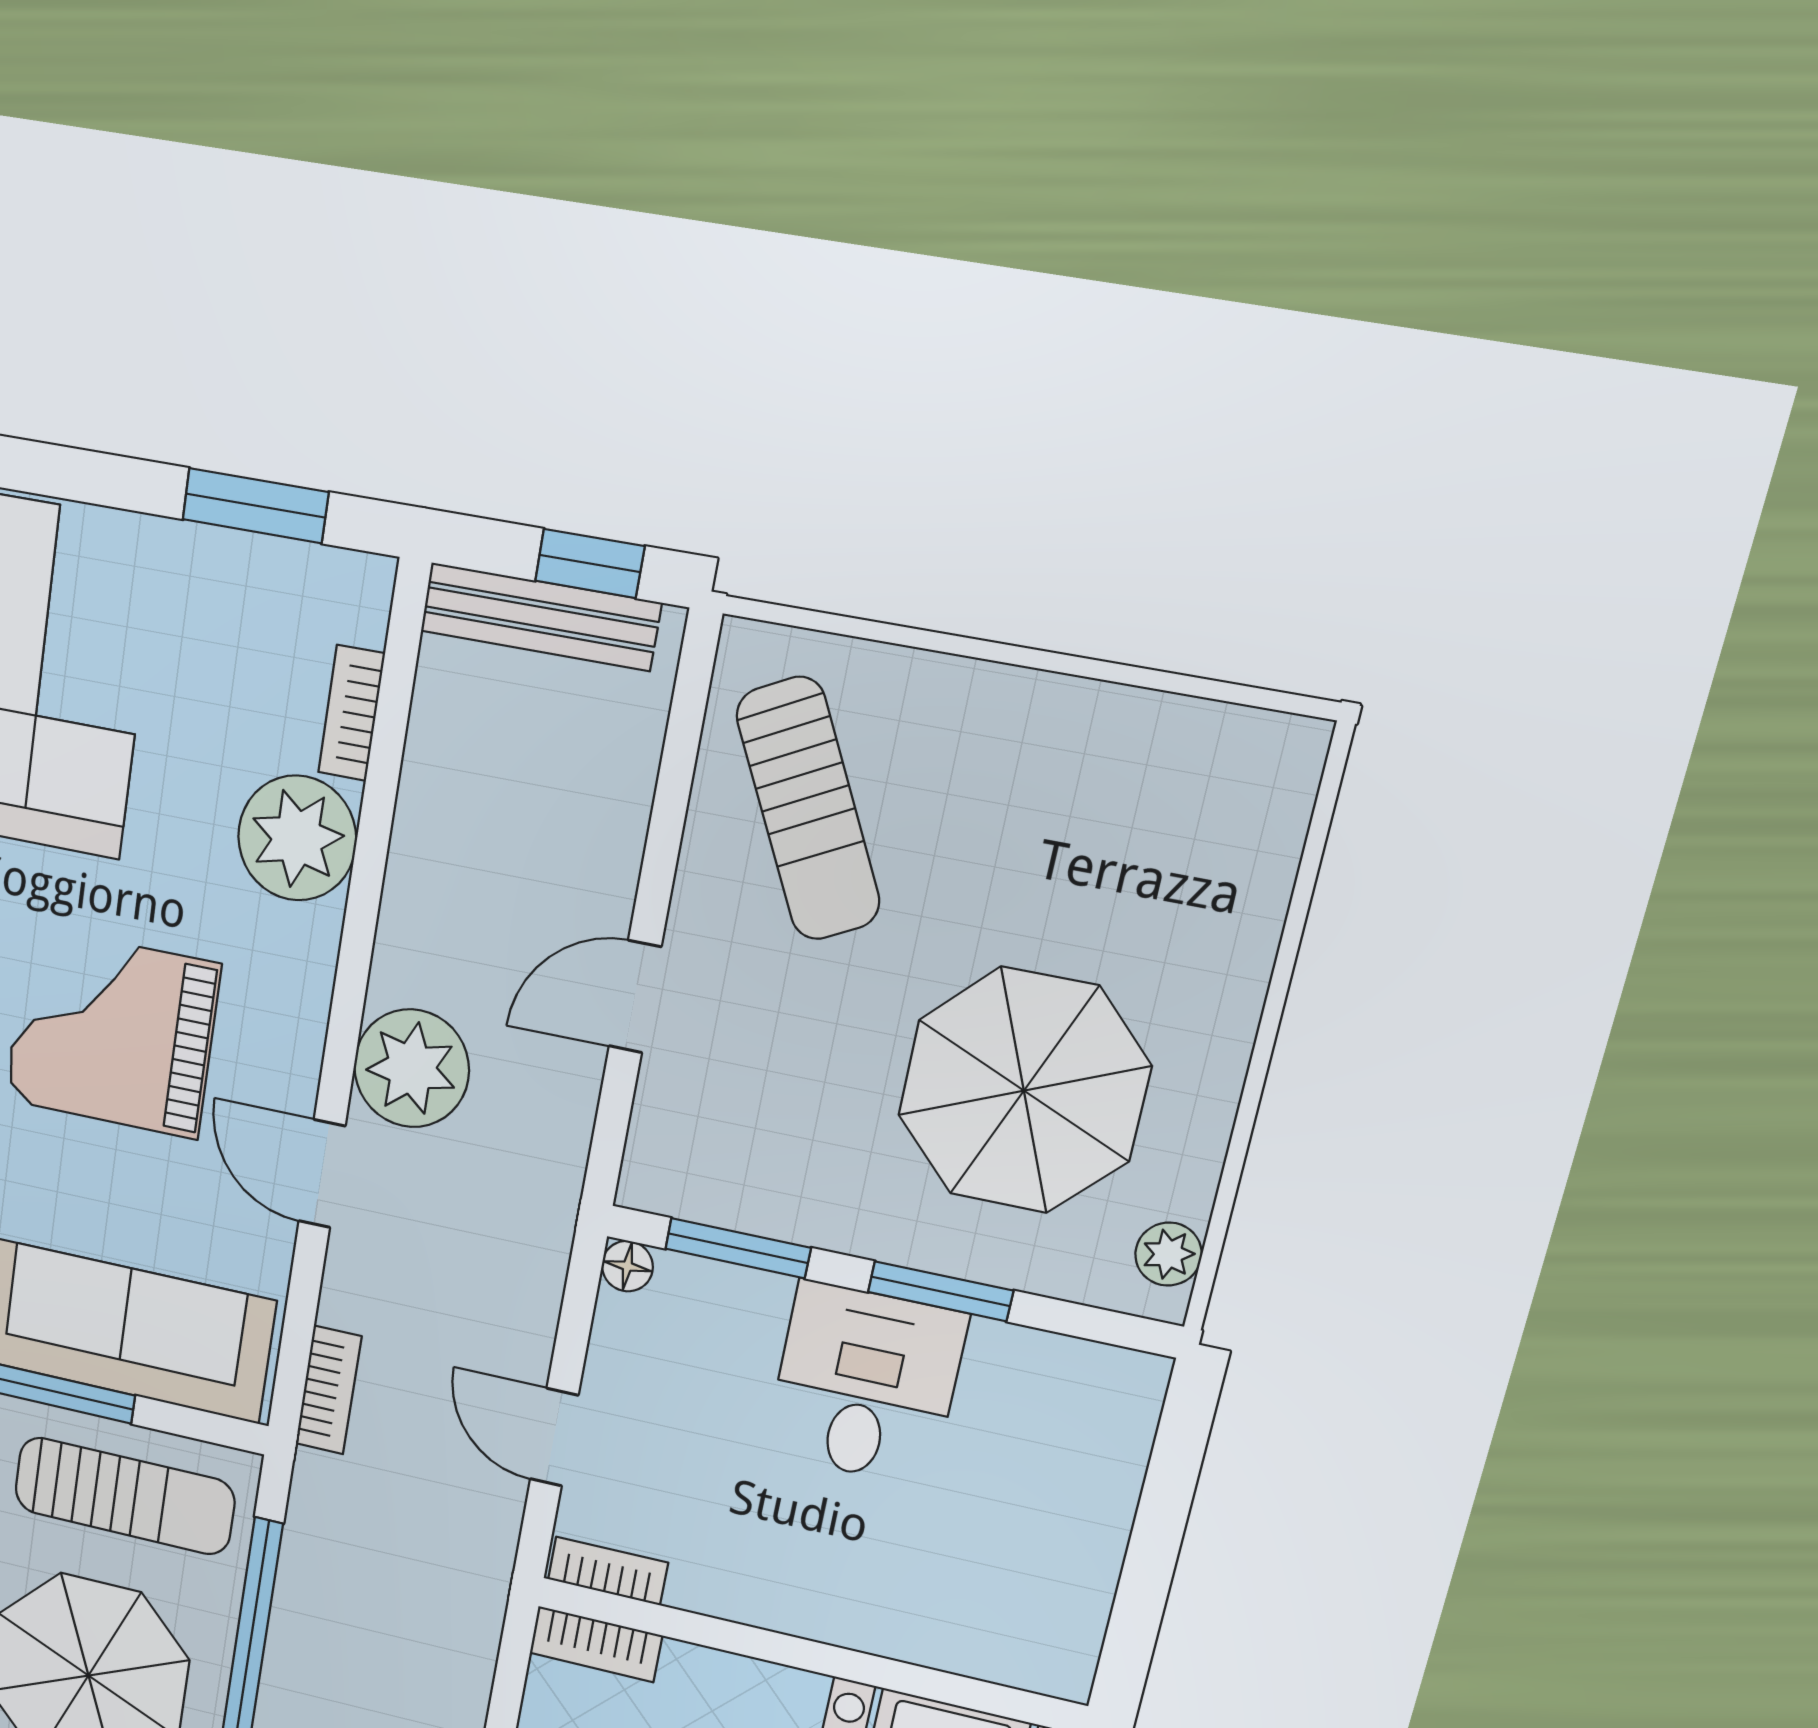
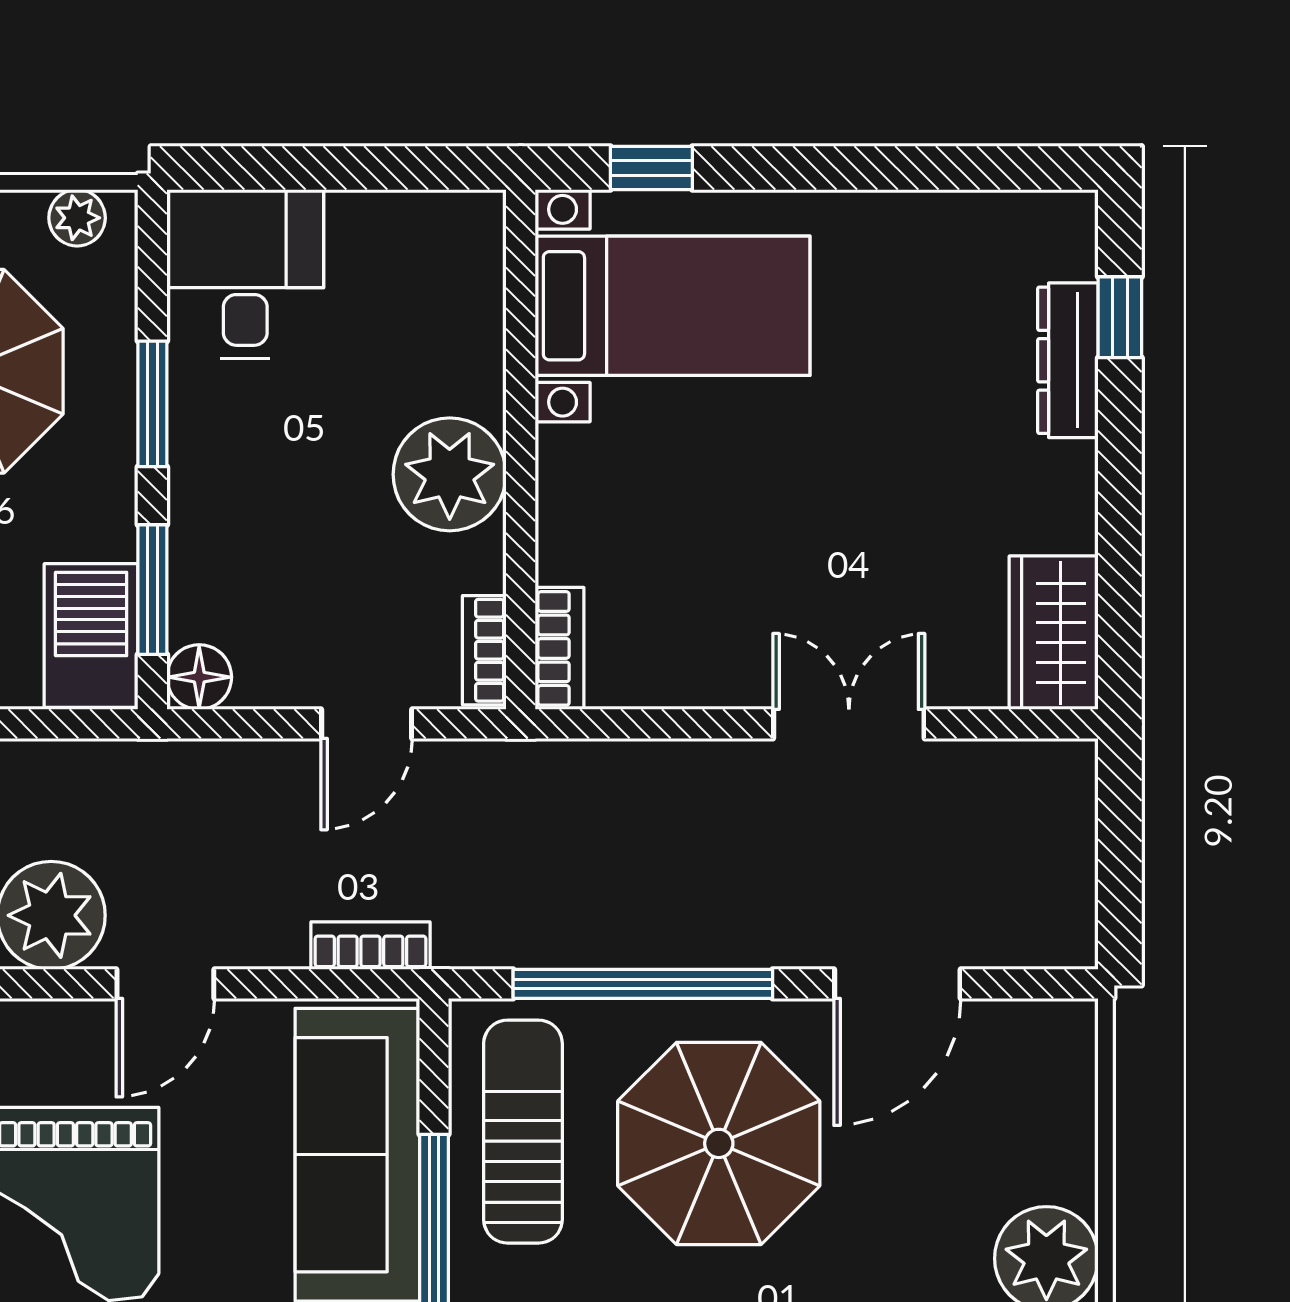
barbecue: (701, 1173) -> (91, 636), added
floor lamp: (627, 1266) -> (199, 677), width x1.37, depth x1.37
desk: (866, 1384) -> (245, 274), moved, turned 90
plant: (797, 1579) -> (450, 474), added

